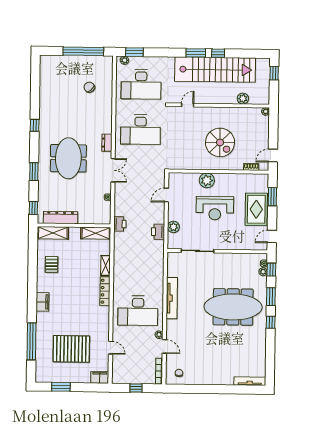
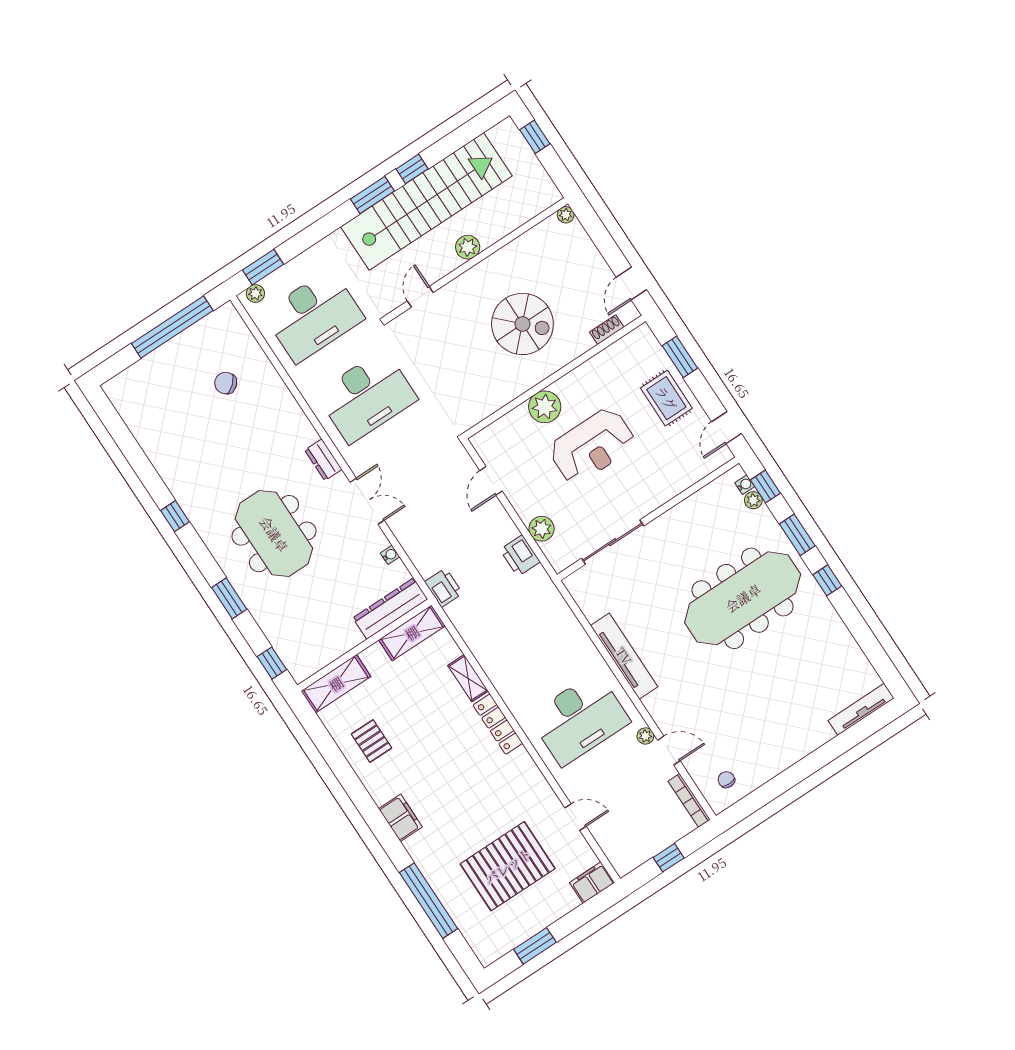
plant: (243, 99) -> (468, 247), moved
rug: (256, 209) -> (666, 398), width x0.73, depth x0.70
dresser: (61, 218) -> (390, 609), moved

